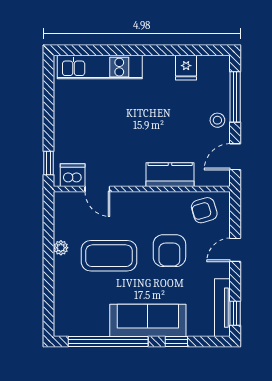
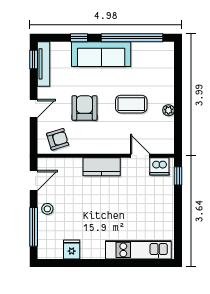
kitchen counter: (170, 175) -> (102, 167), moved
coffee table: (109, 256) -> (131, 104), width x0.73, depth x0.76

